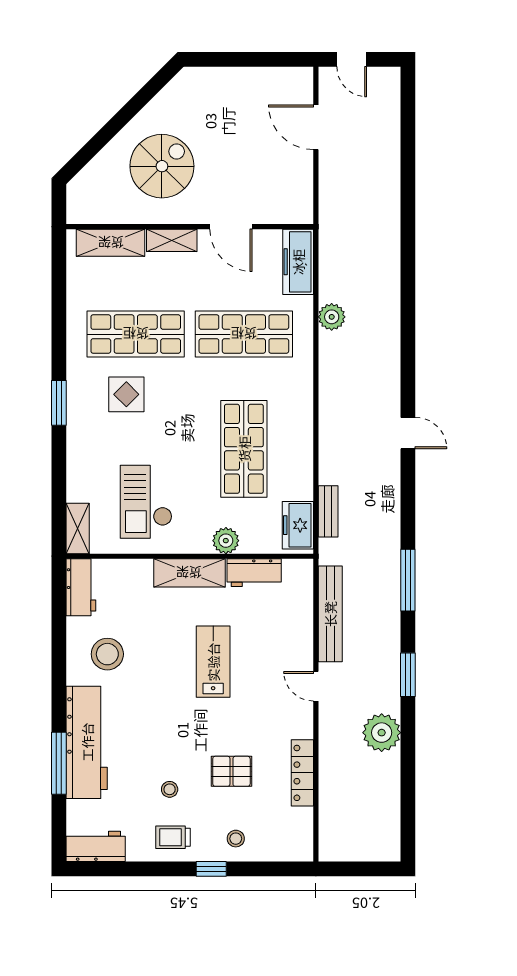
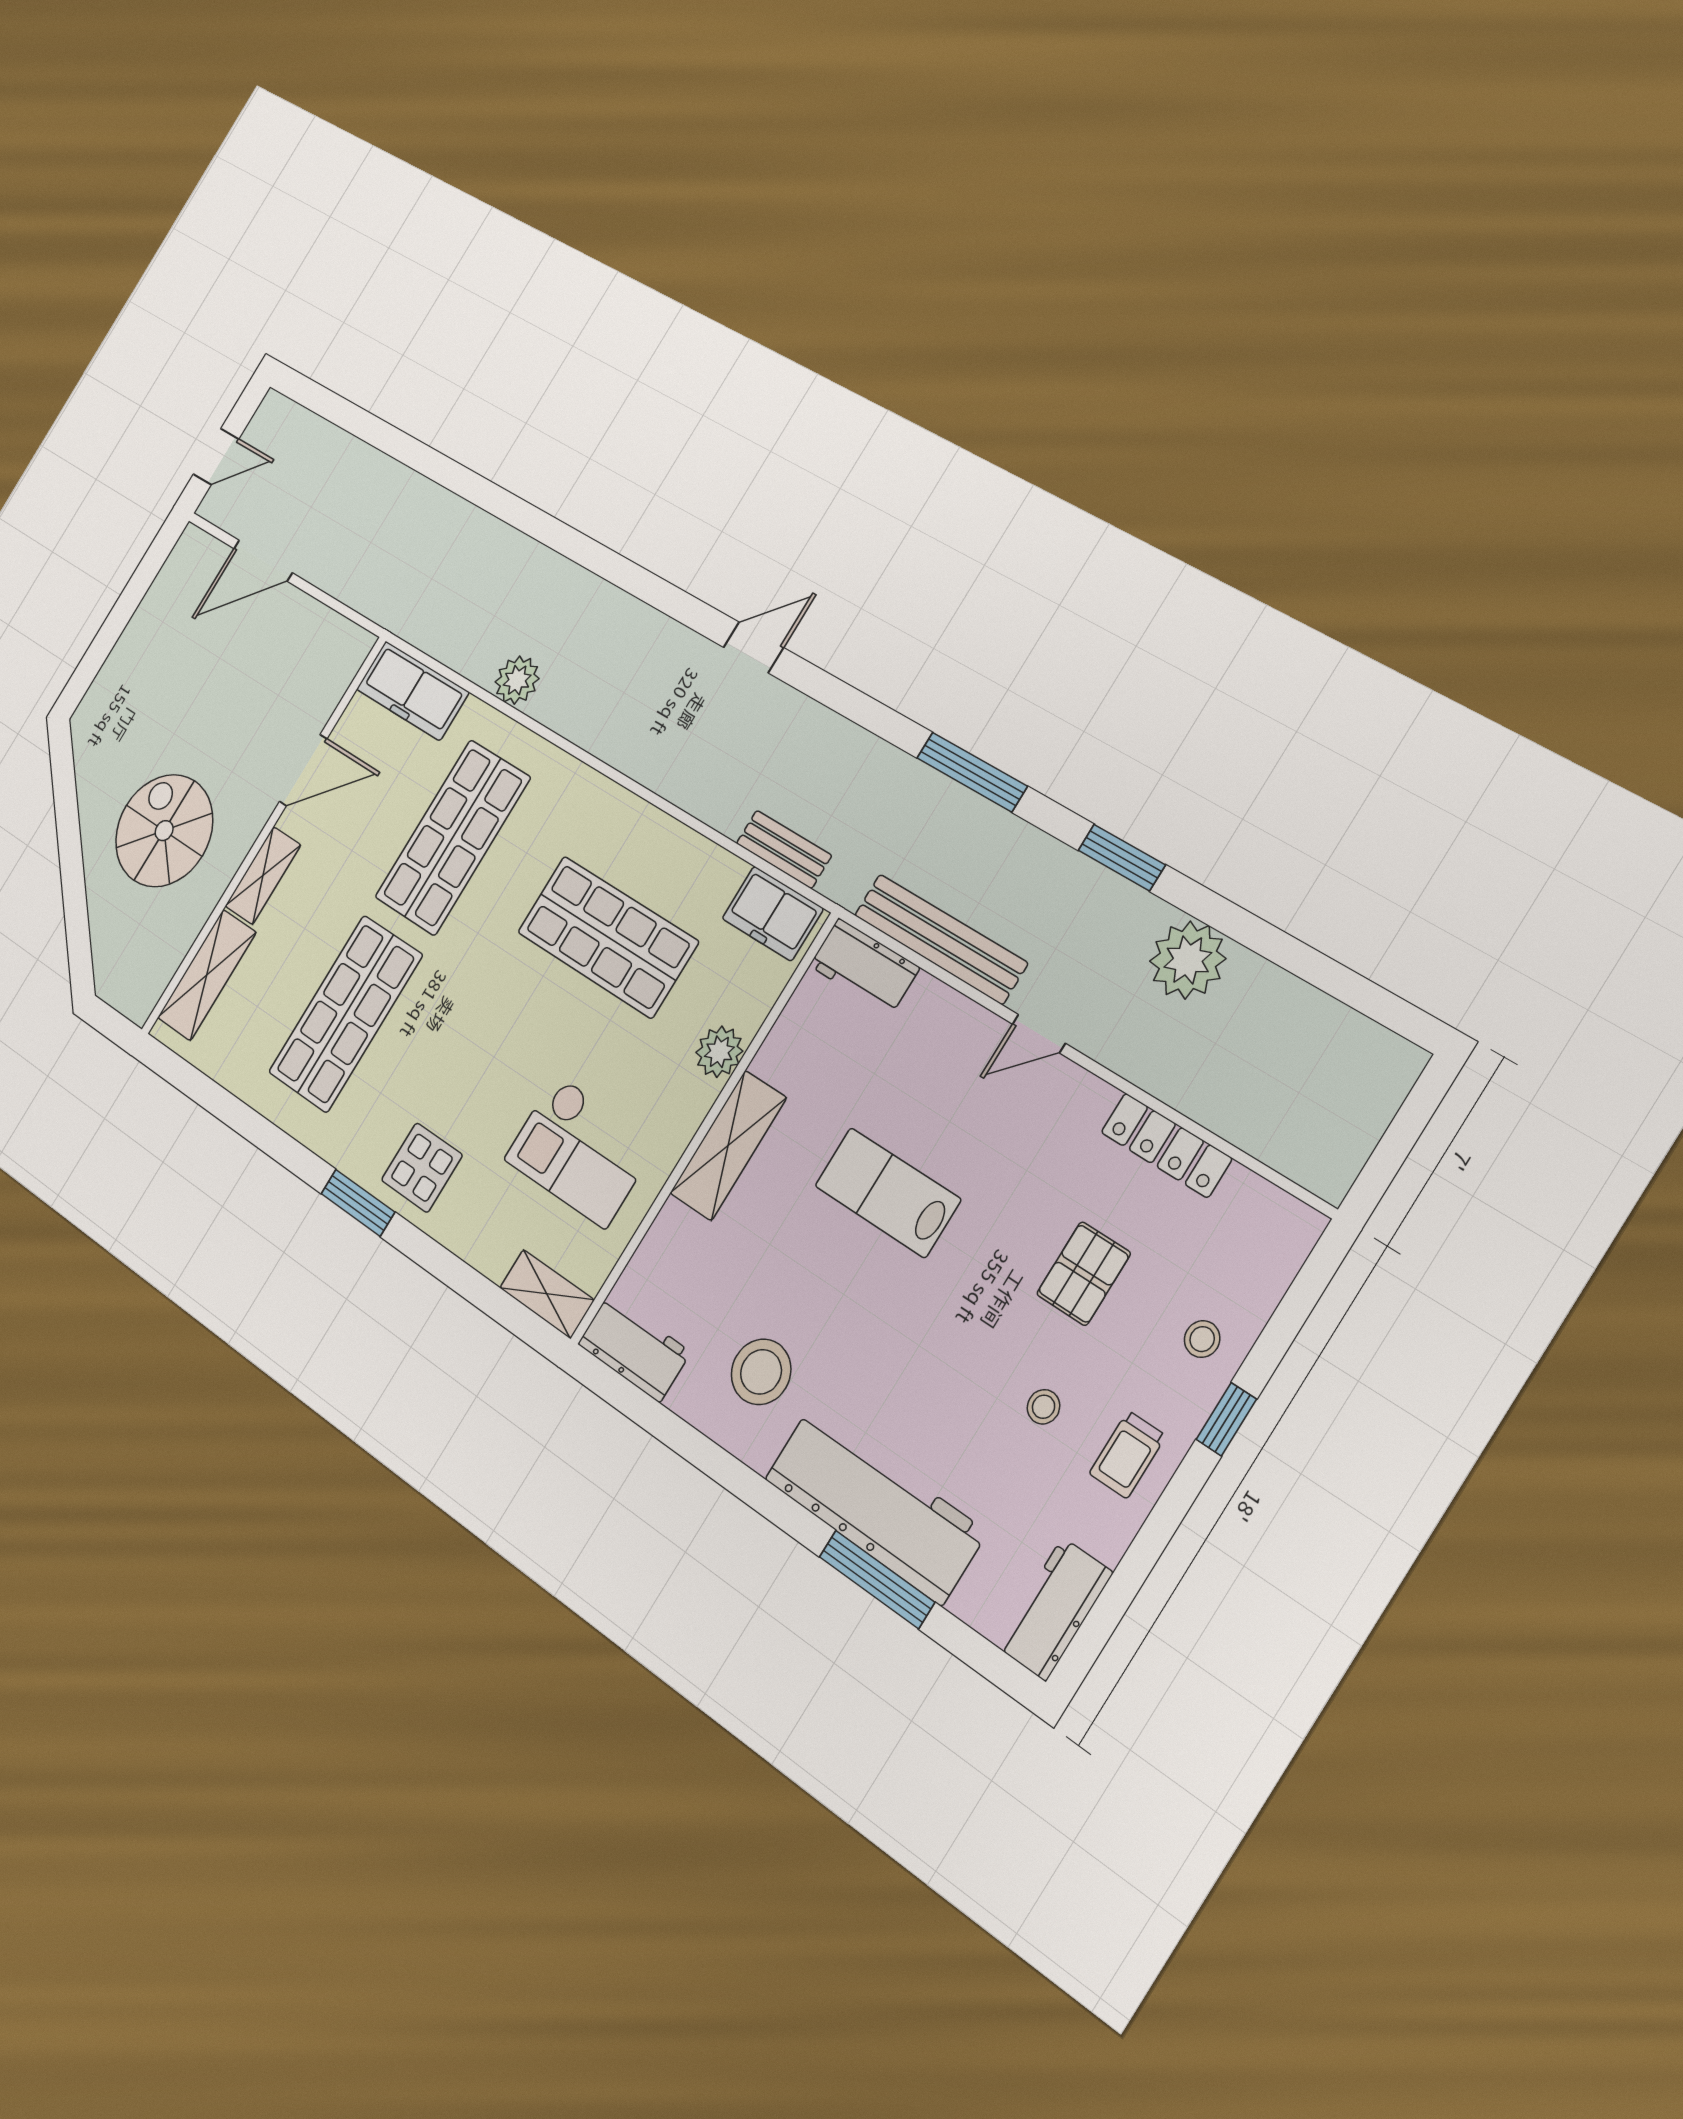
display table: (126, 394) -> (422, 1168), moved
workbench: (254, 573) -> (864, 967), moved, turned 90

